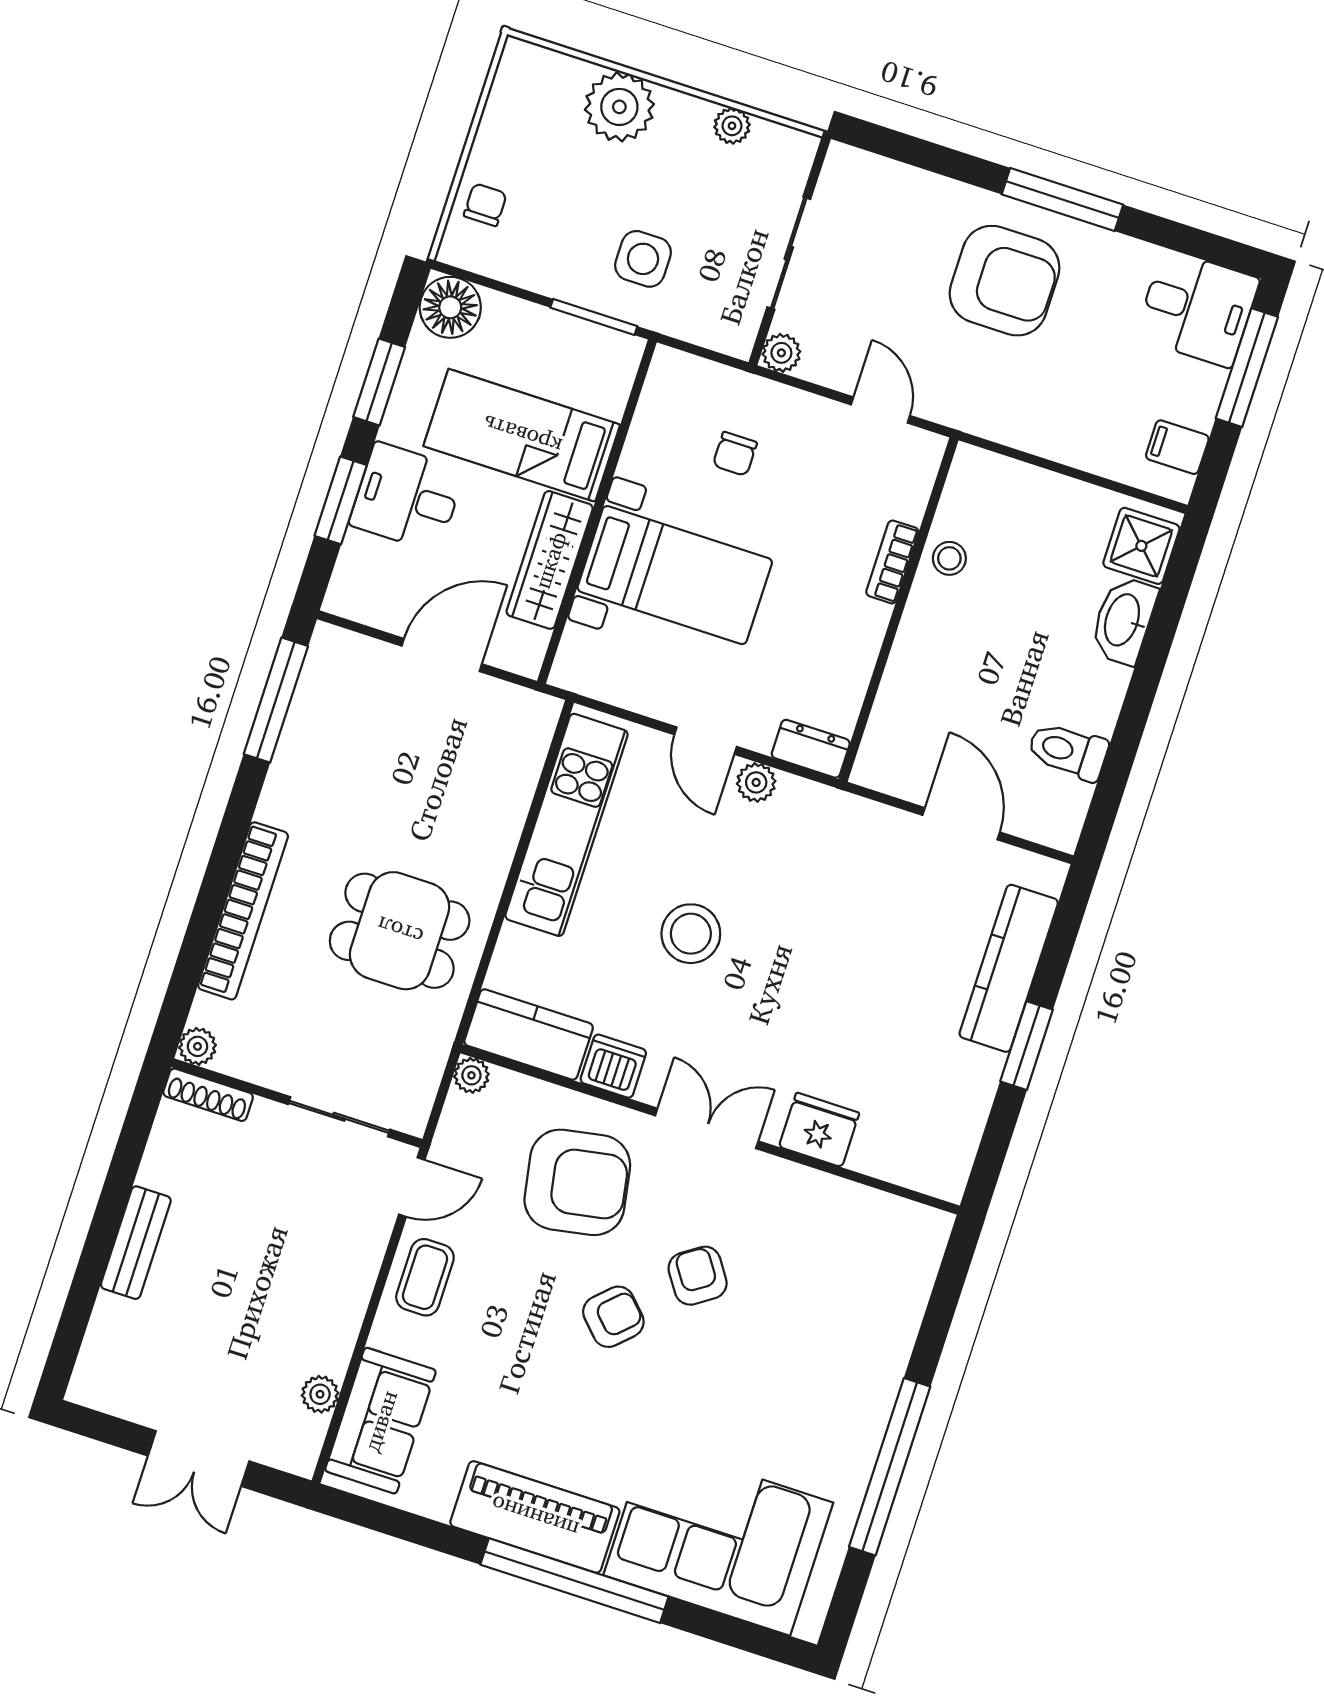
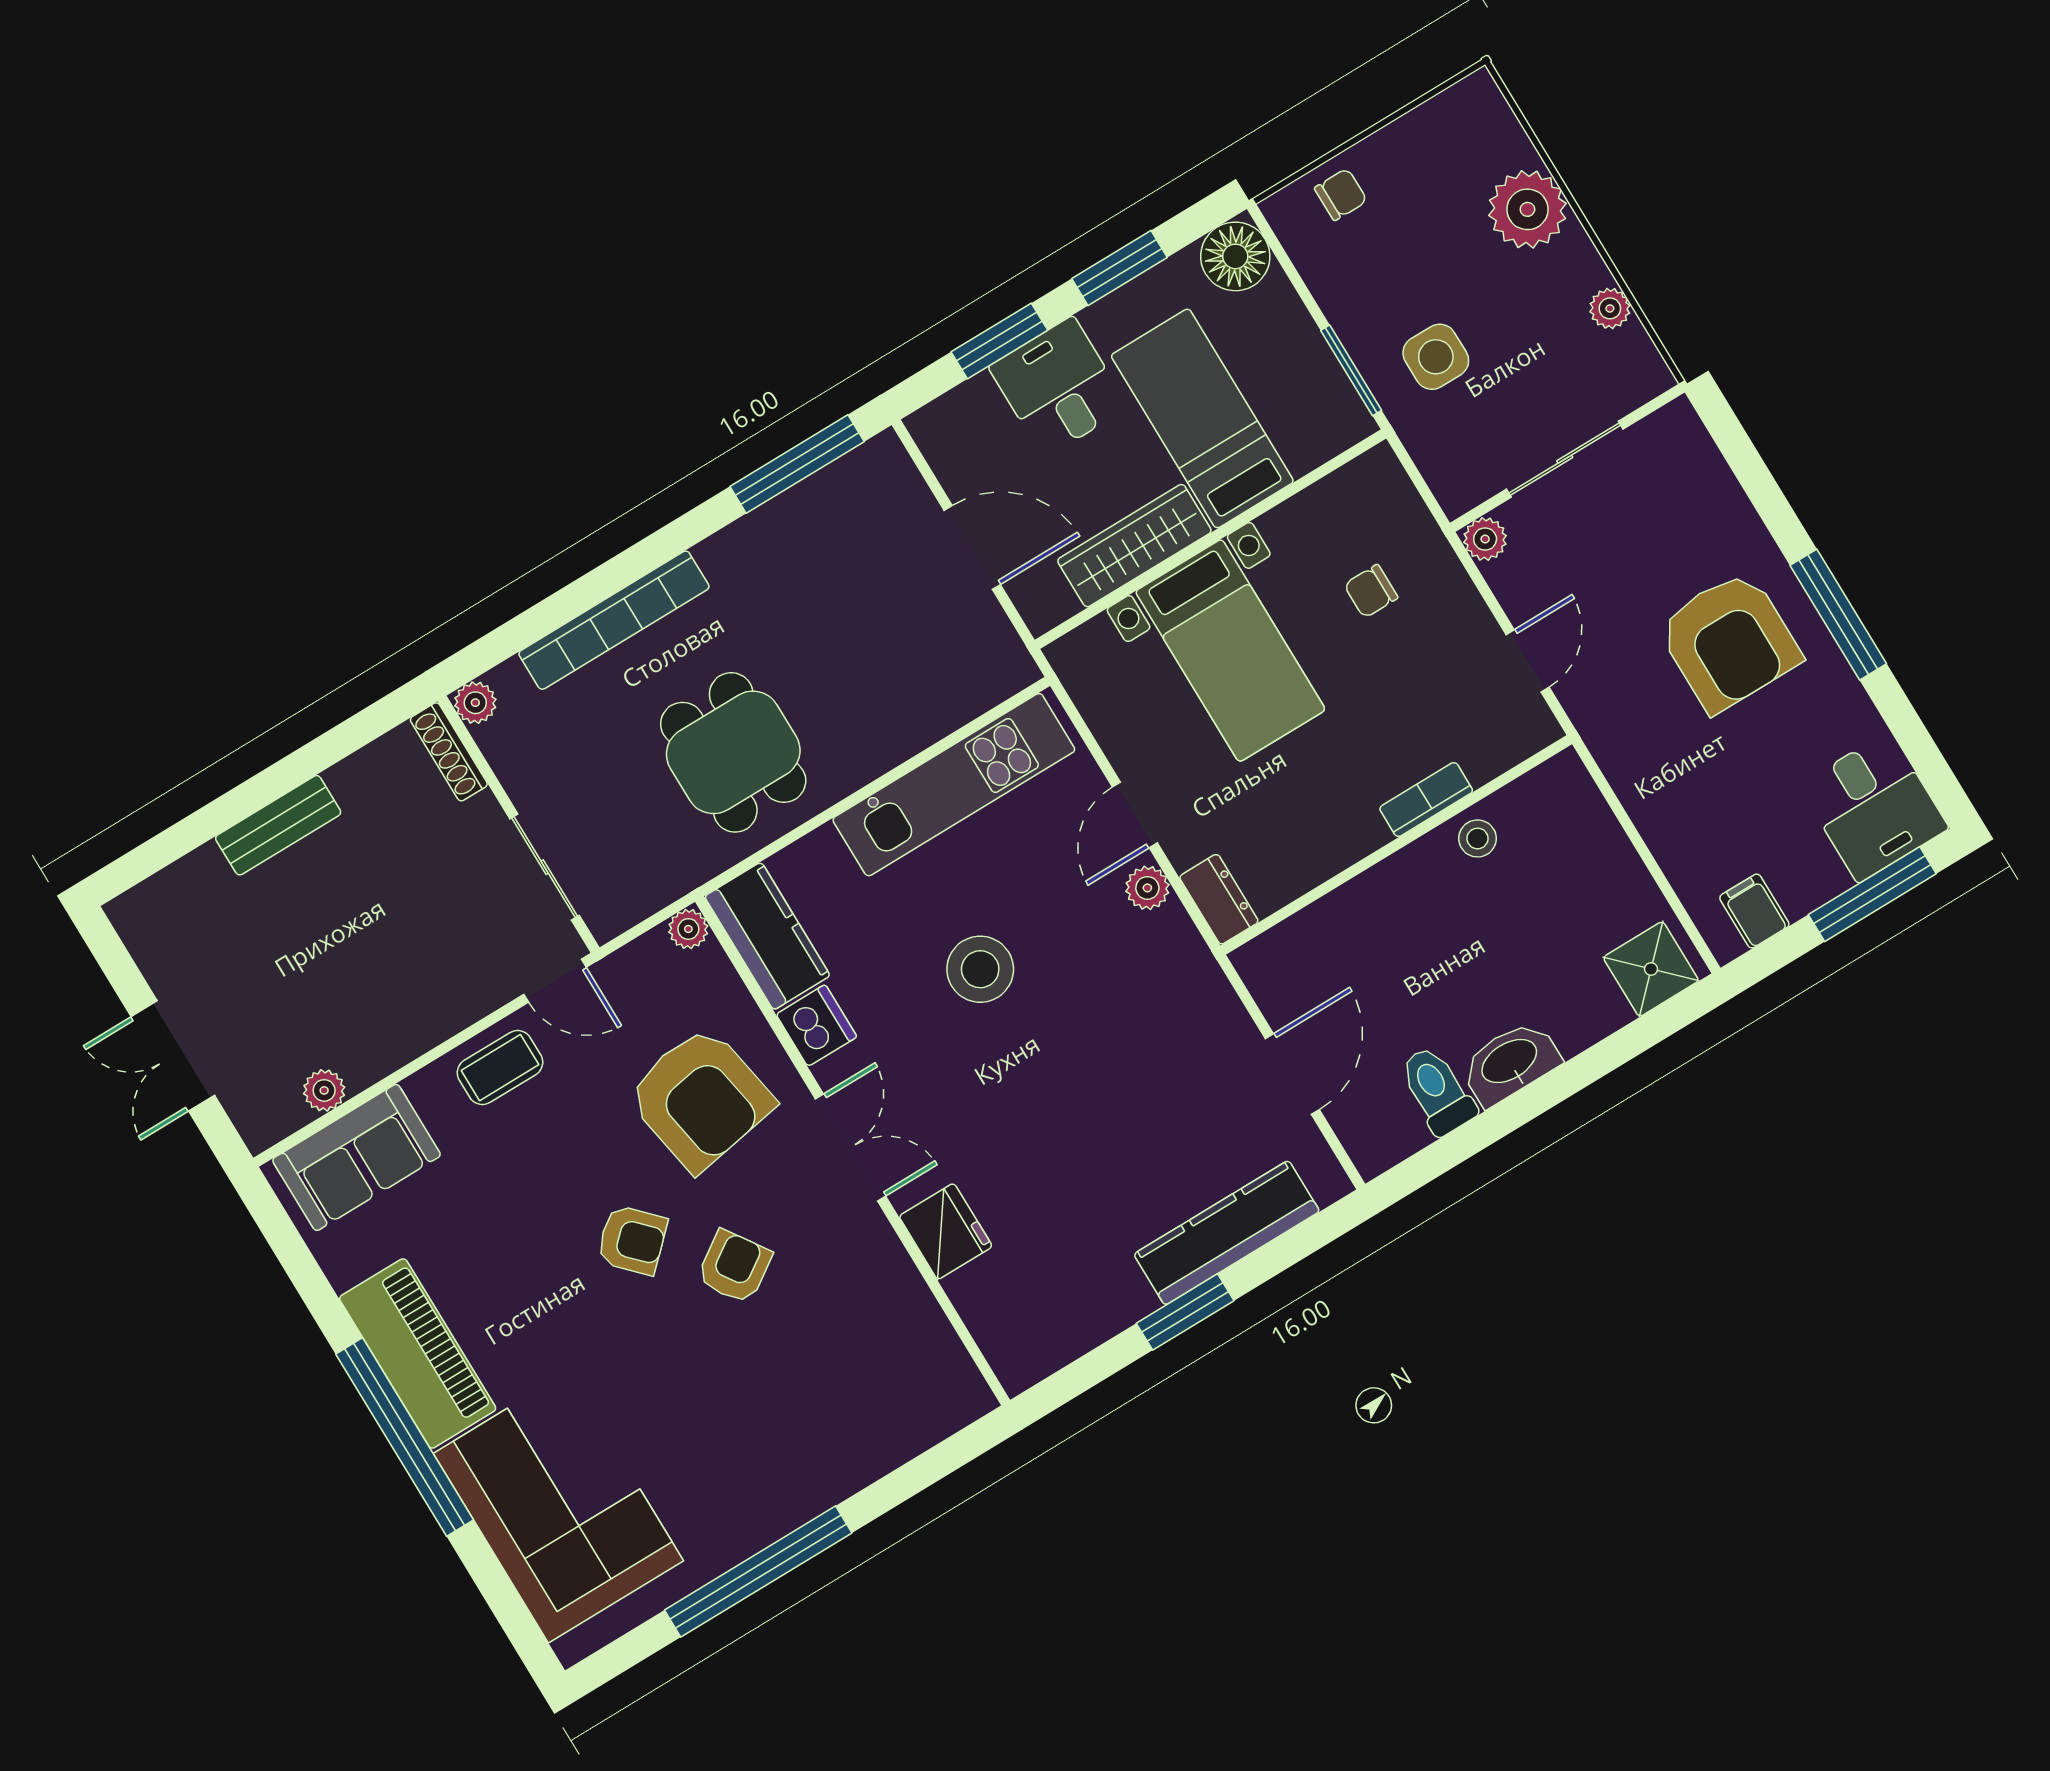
washbasin: (1123, 620) -> (1510, 1063), moved

